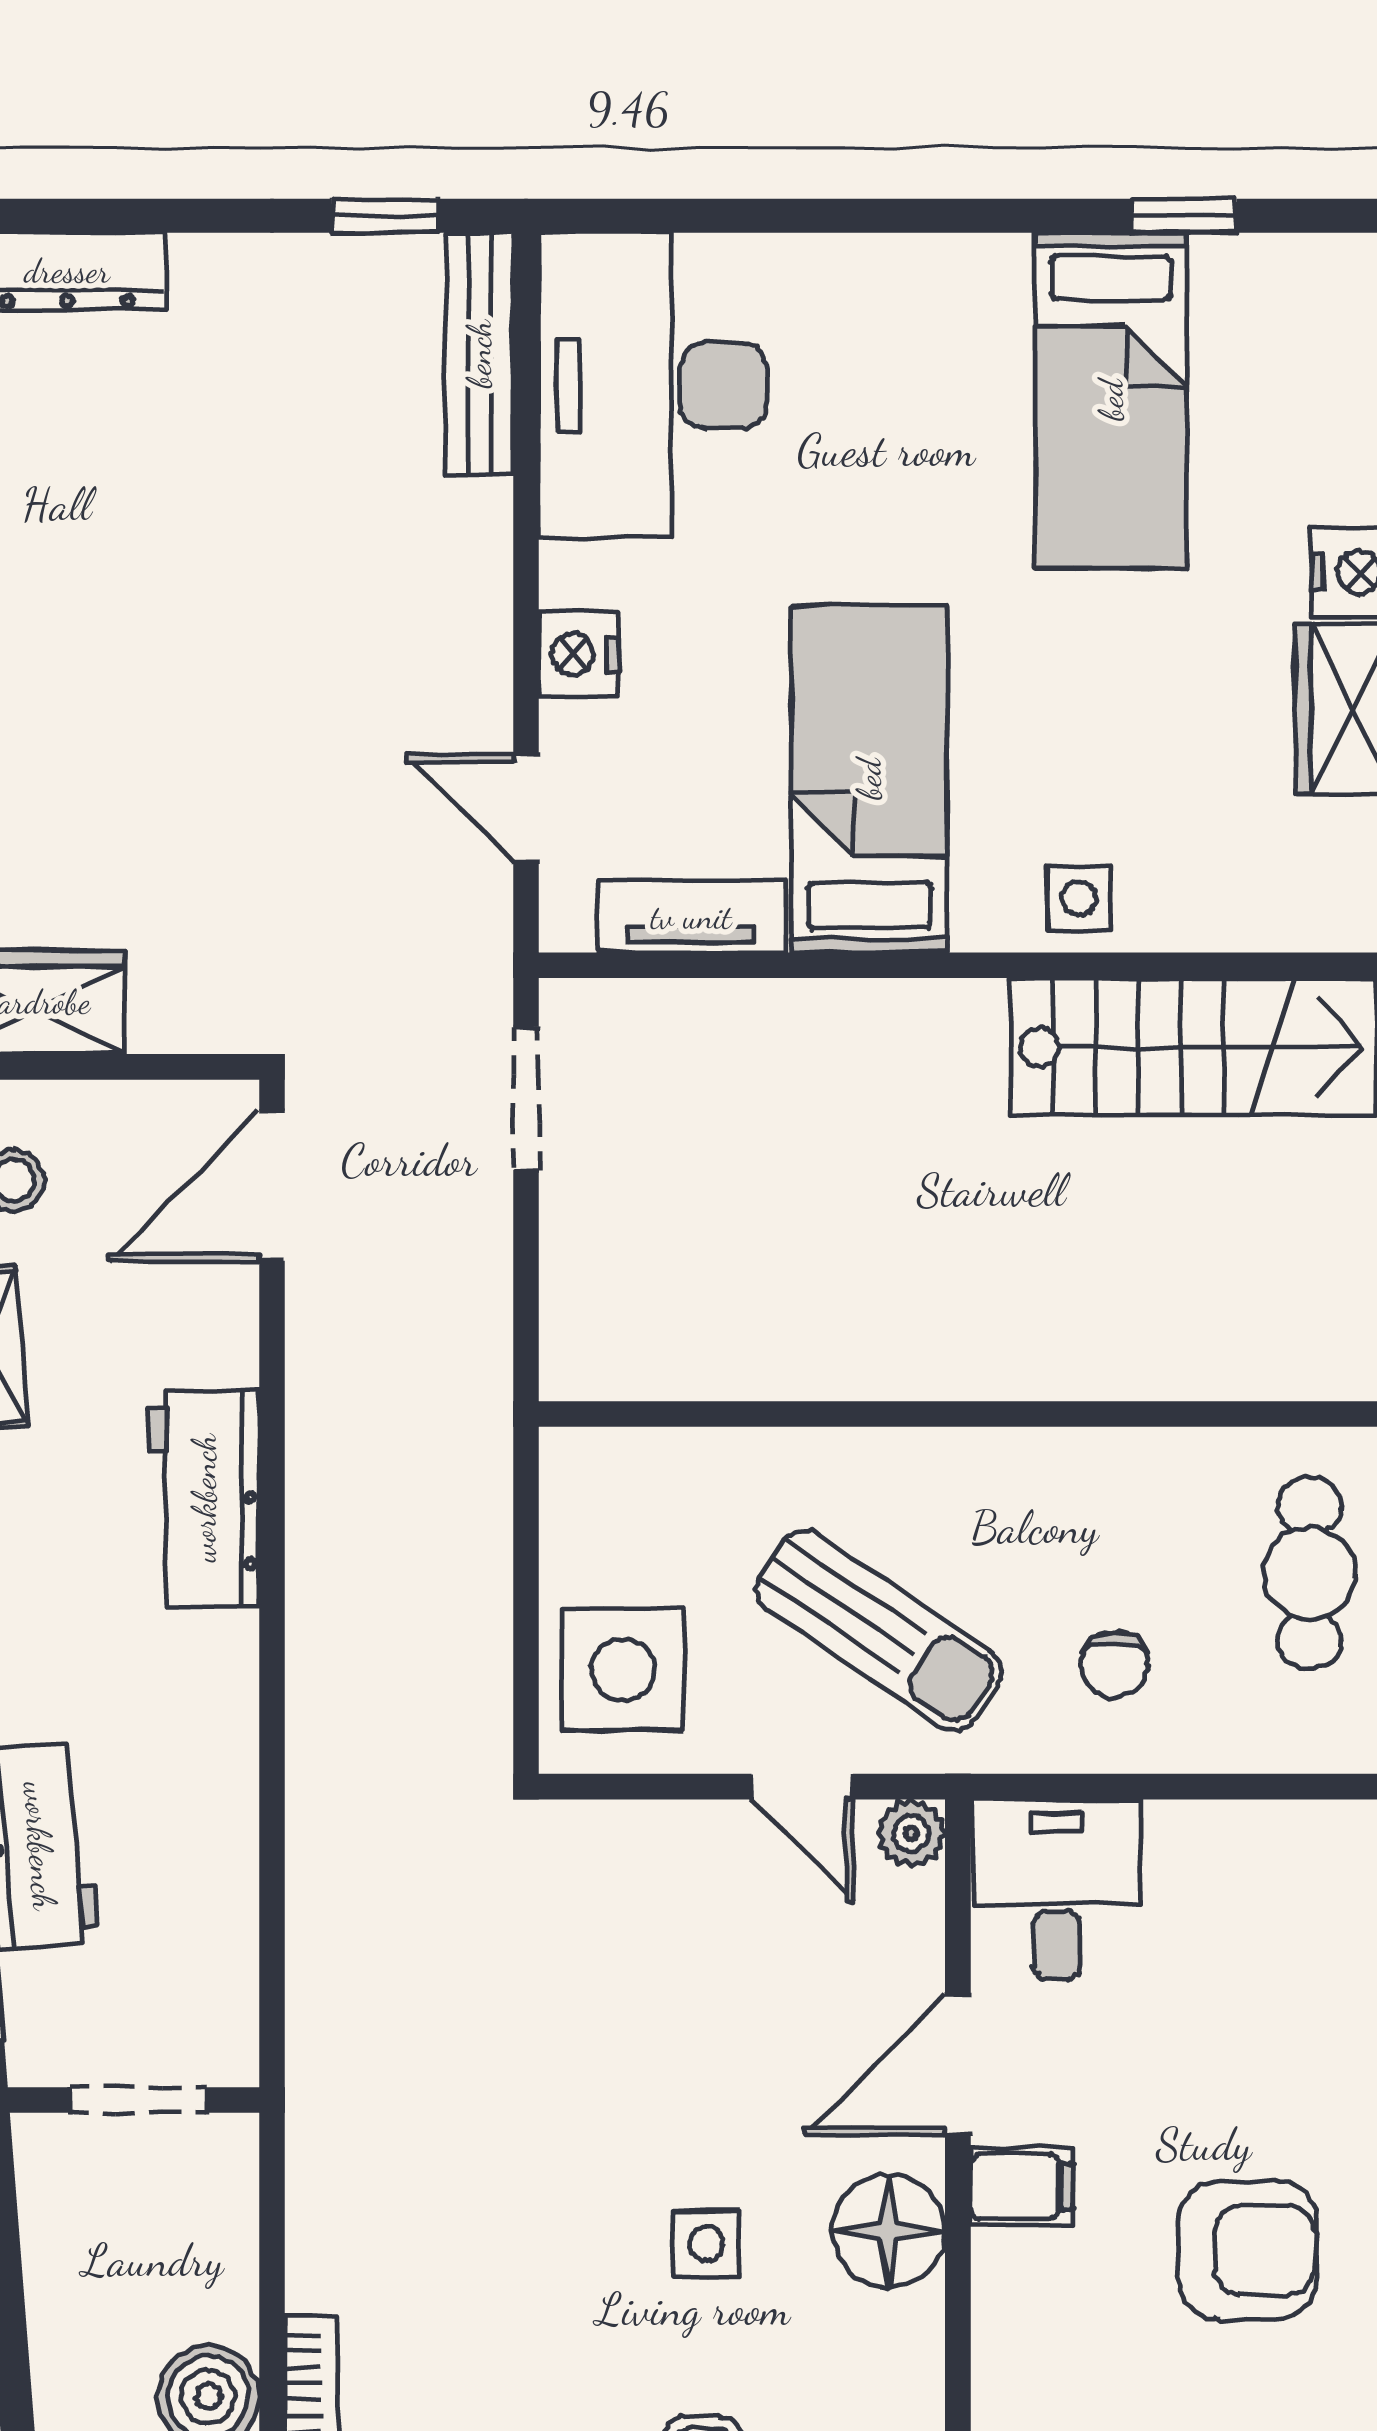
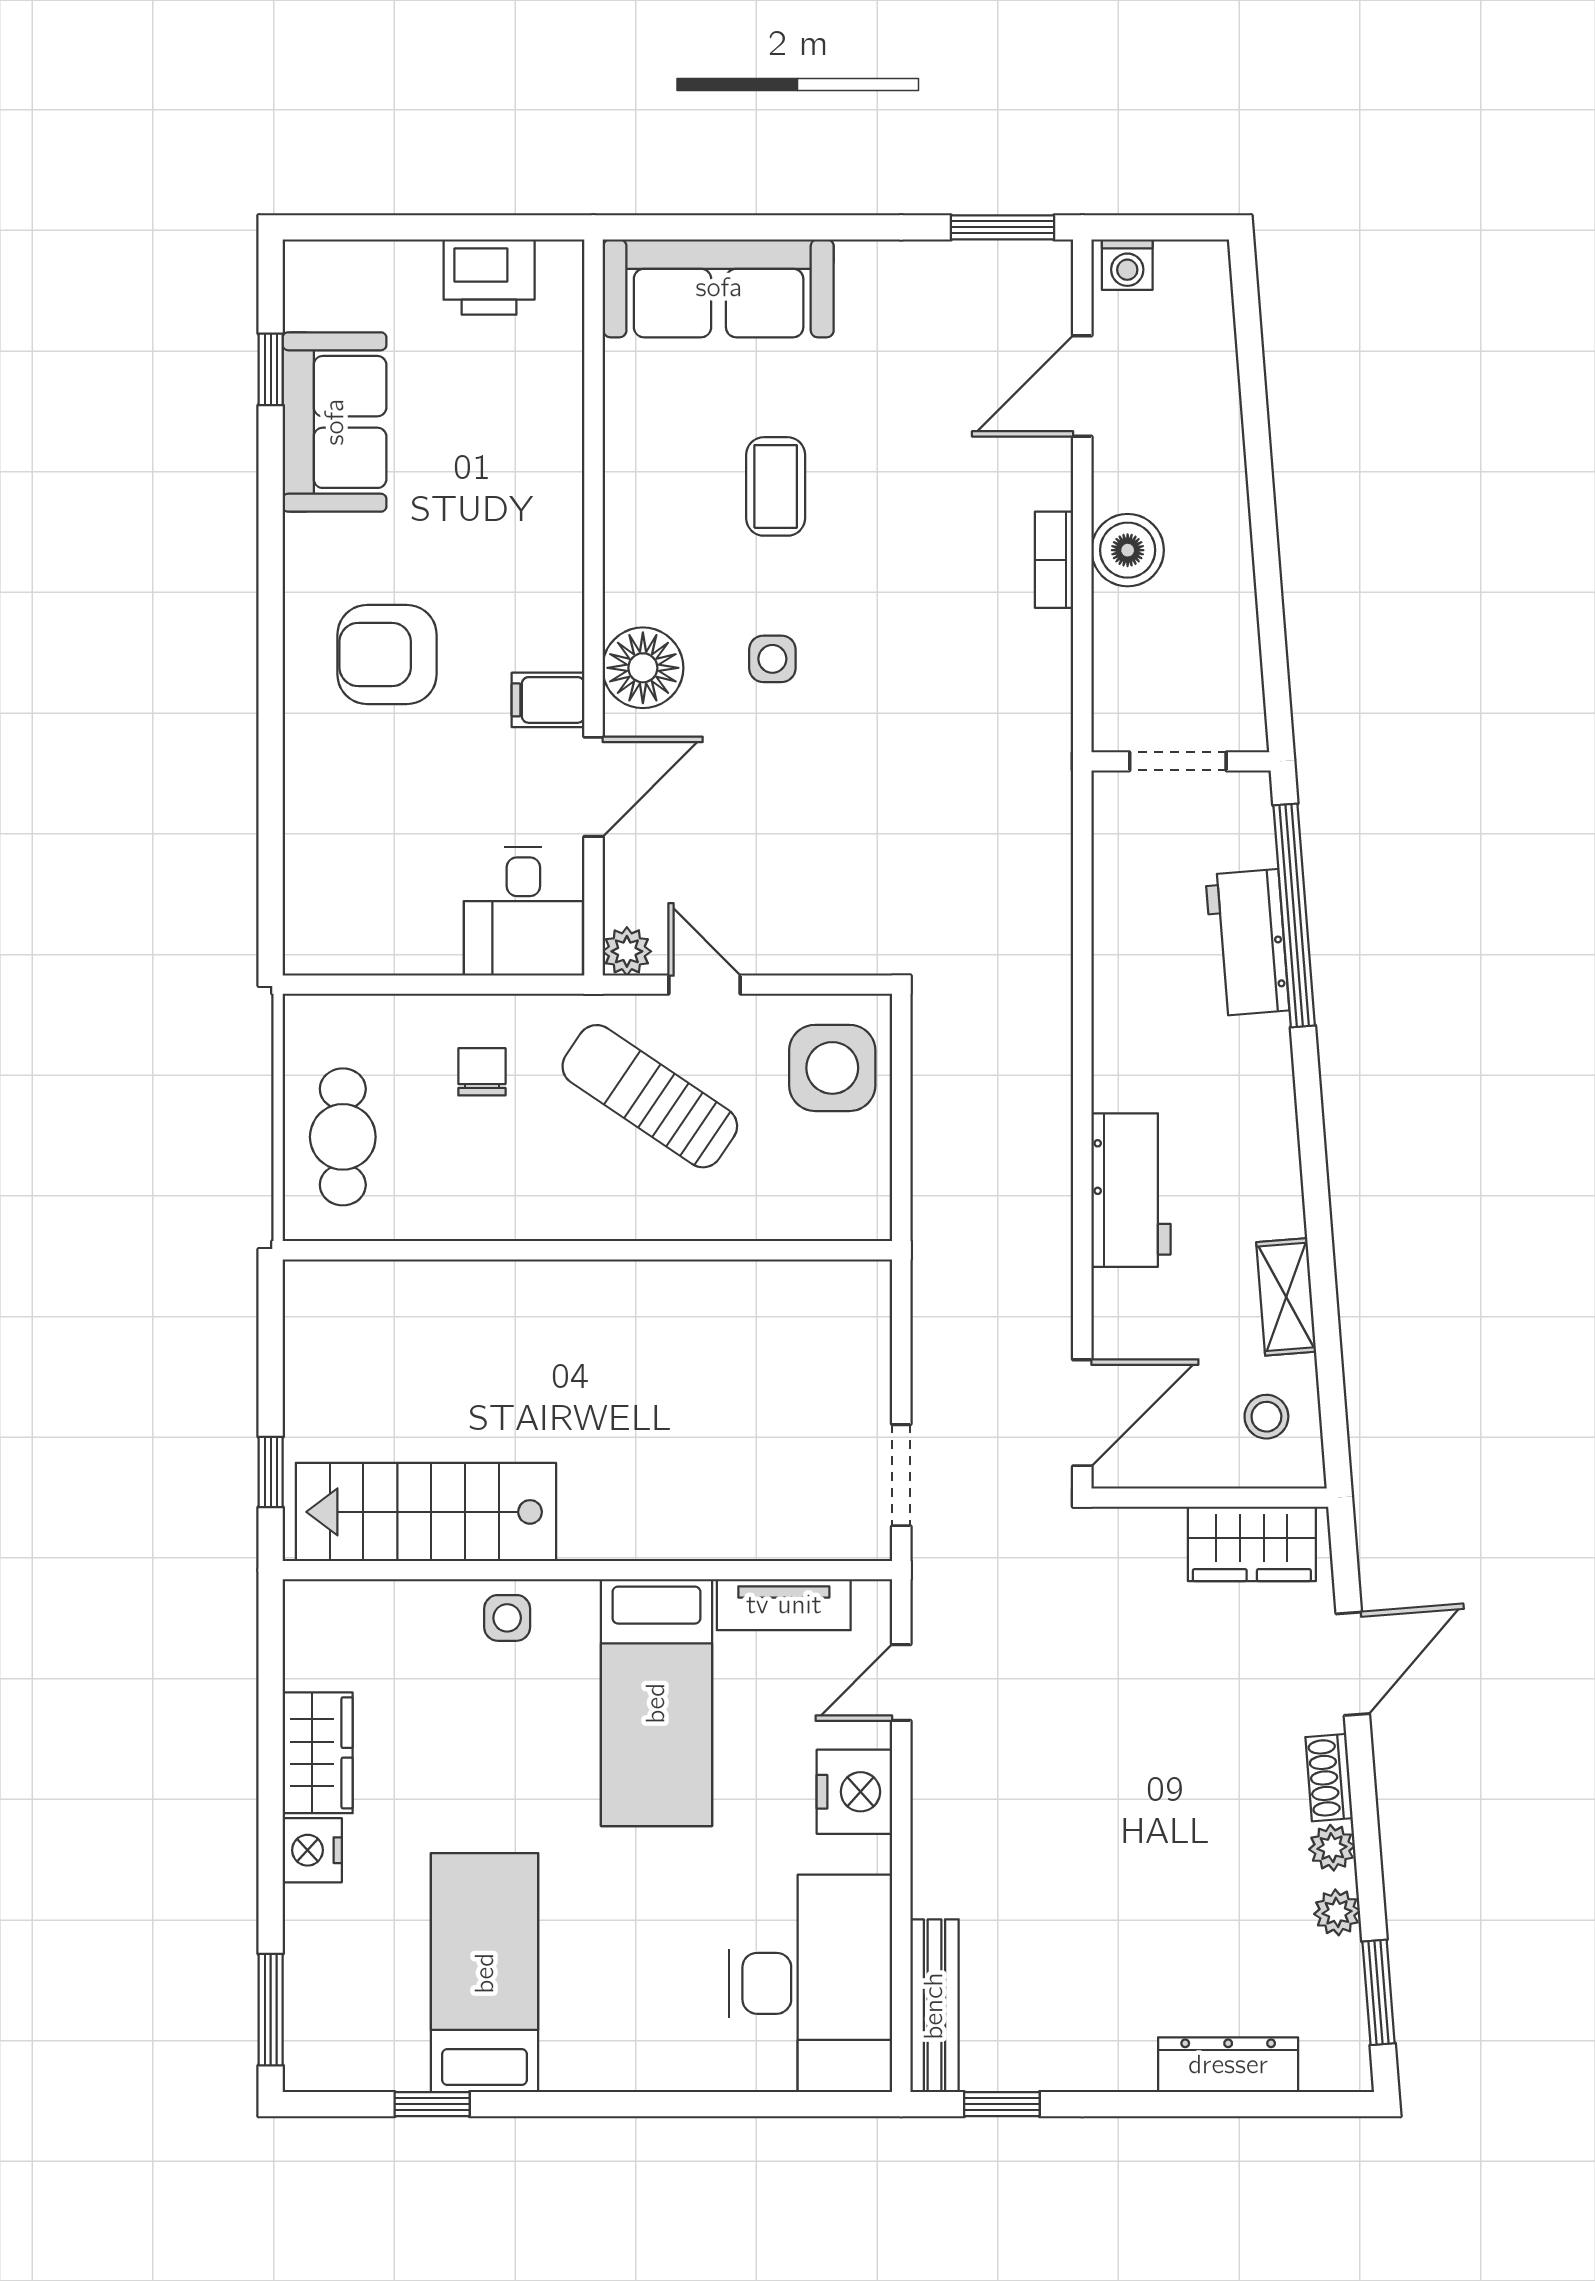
nightstand: (579, 654) -> (854, 1792), width x1.36, depth x1.33
door: (526, 807) -> (901, 1682), swing flipped

